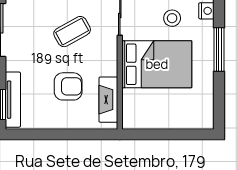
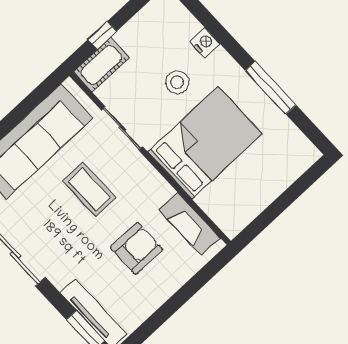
coffee table: (72, 32) -> (89, 189), turned -61
window: (219, 50) -> (271, 88), moved

